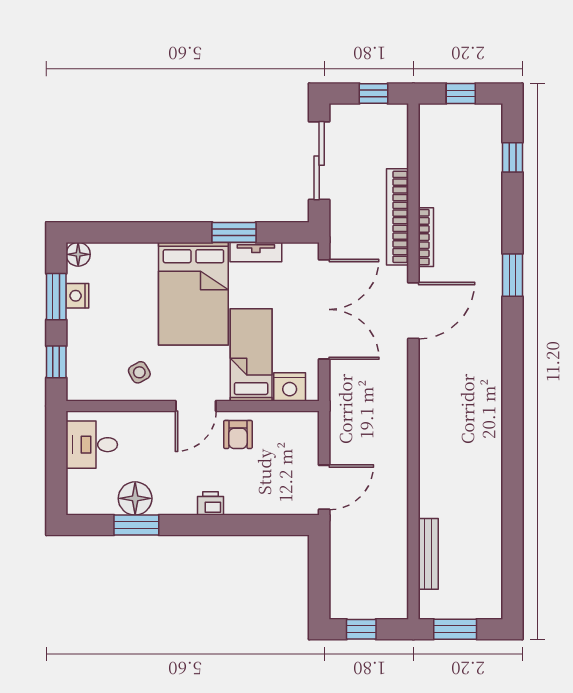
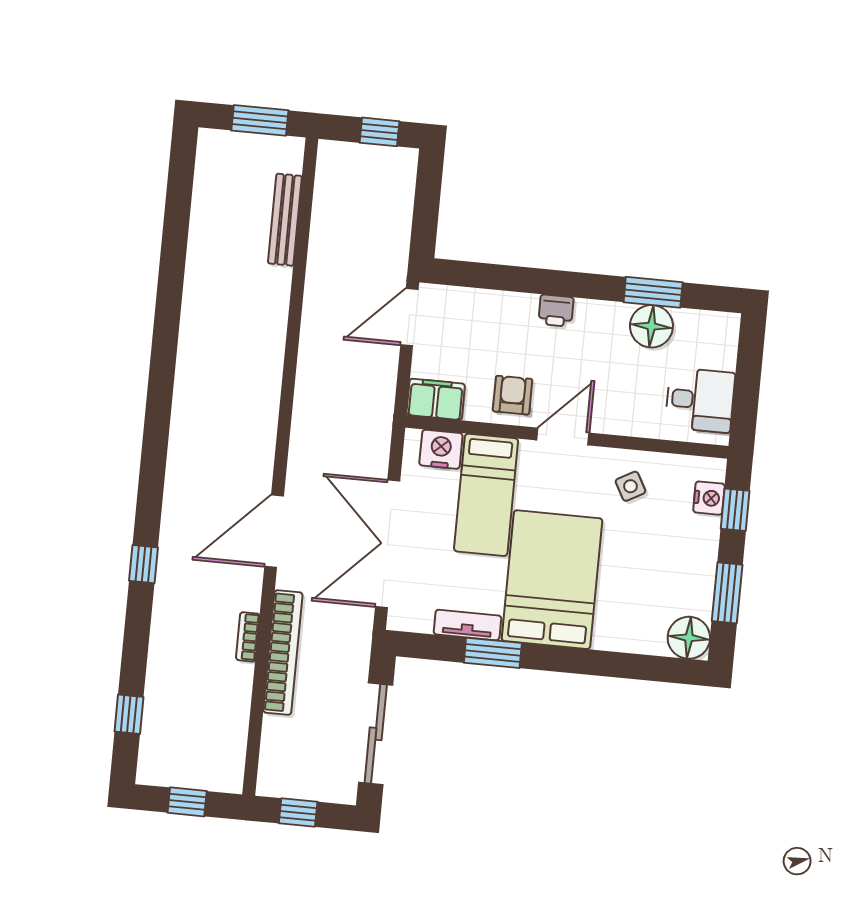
bookcase: (426, 237) -> (248, 637), width x0.64
floor lamp: (78, 254) -> (689, 638), width x1.38, depth x1.38
window: (513, 275) -> (143, 564), width x0.67
nightstand: (77, 296) -> (709, 498), moved
filing cabinet: (297, 425) -> (436, 399), added

